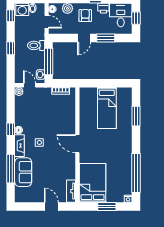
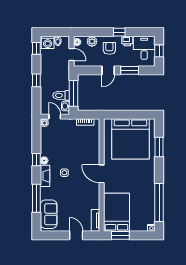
toilet: (36, 45) -> (61, 95), moved
bed: (107, 108) -> (131, 139), width x2.04
sofa: (23, 172) -> (49, 214), moved
window: (107, 206) -> (120, 235), moved

